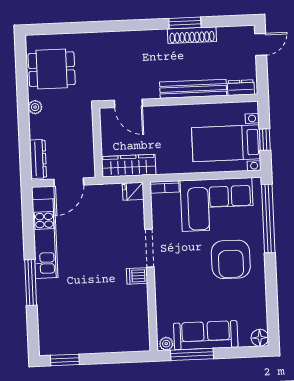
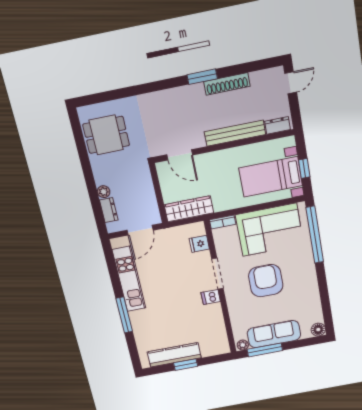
window: (185, 23) -> (202, 77), moved
plant: (35, 107) -> (104, 192), moved
dresser: (38, 159) -> (109, 210), width x0.70
fridge: (133, 191) -> (199, 244), moved
armchair: (231, 259) -> (266, 281), moved, turned 180
kitchen counter: (81, 344) -> (174, 355), added
window: (65, 360) -> (186, 365), moved

